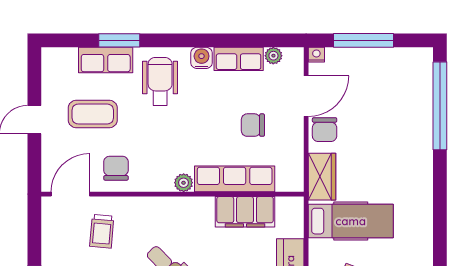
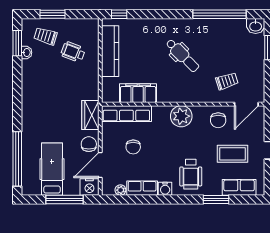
nightstand: (316, 55) -> (89, 187), width x1.89, depth x1.79
row of seats: (106, 60) -> (239, 187), moved
chair: (253, 125) -> (133, 147), turned 90
row of seats: (235, 179) -> (126, 114), moved
plant: (184, 183) -> (181, 116), width x1.88, depth x1.88
hospital bed: (351, 221) -> (52, 169), moved, turned 90
trolley: (102, 231) -> (227, 81), turned 67

